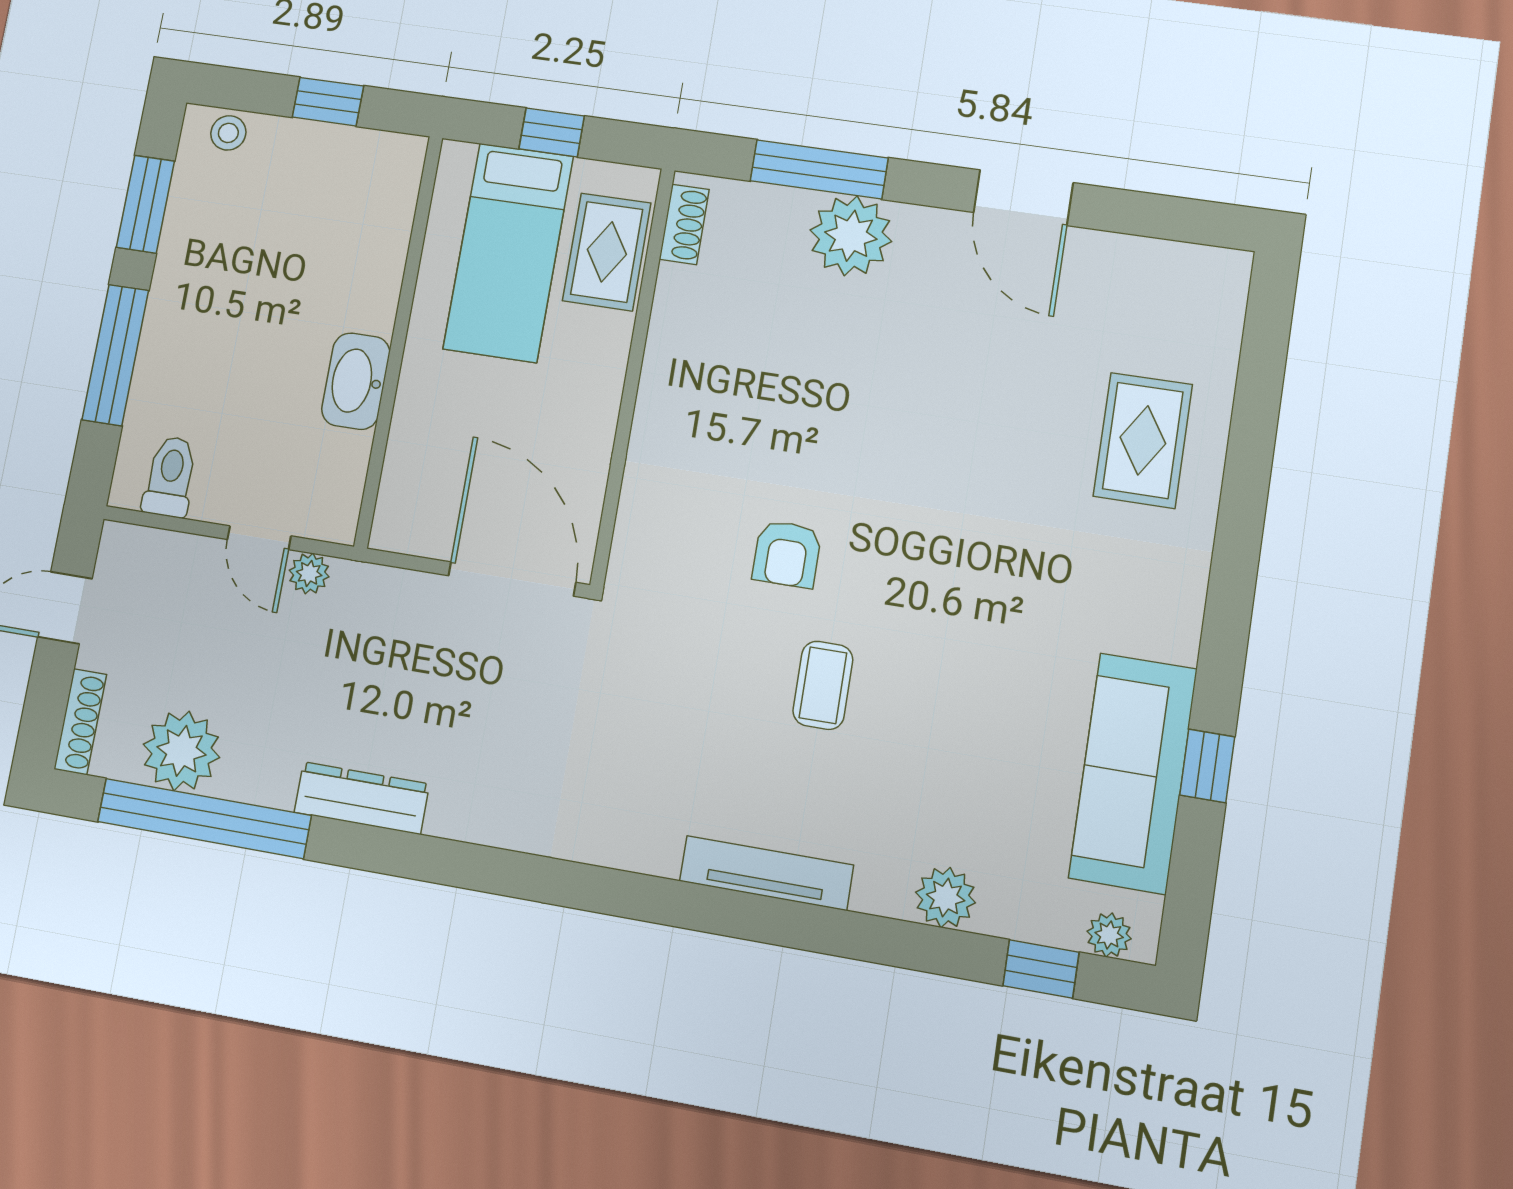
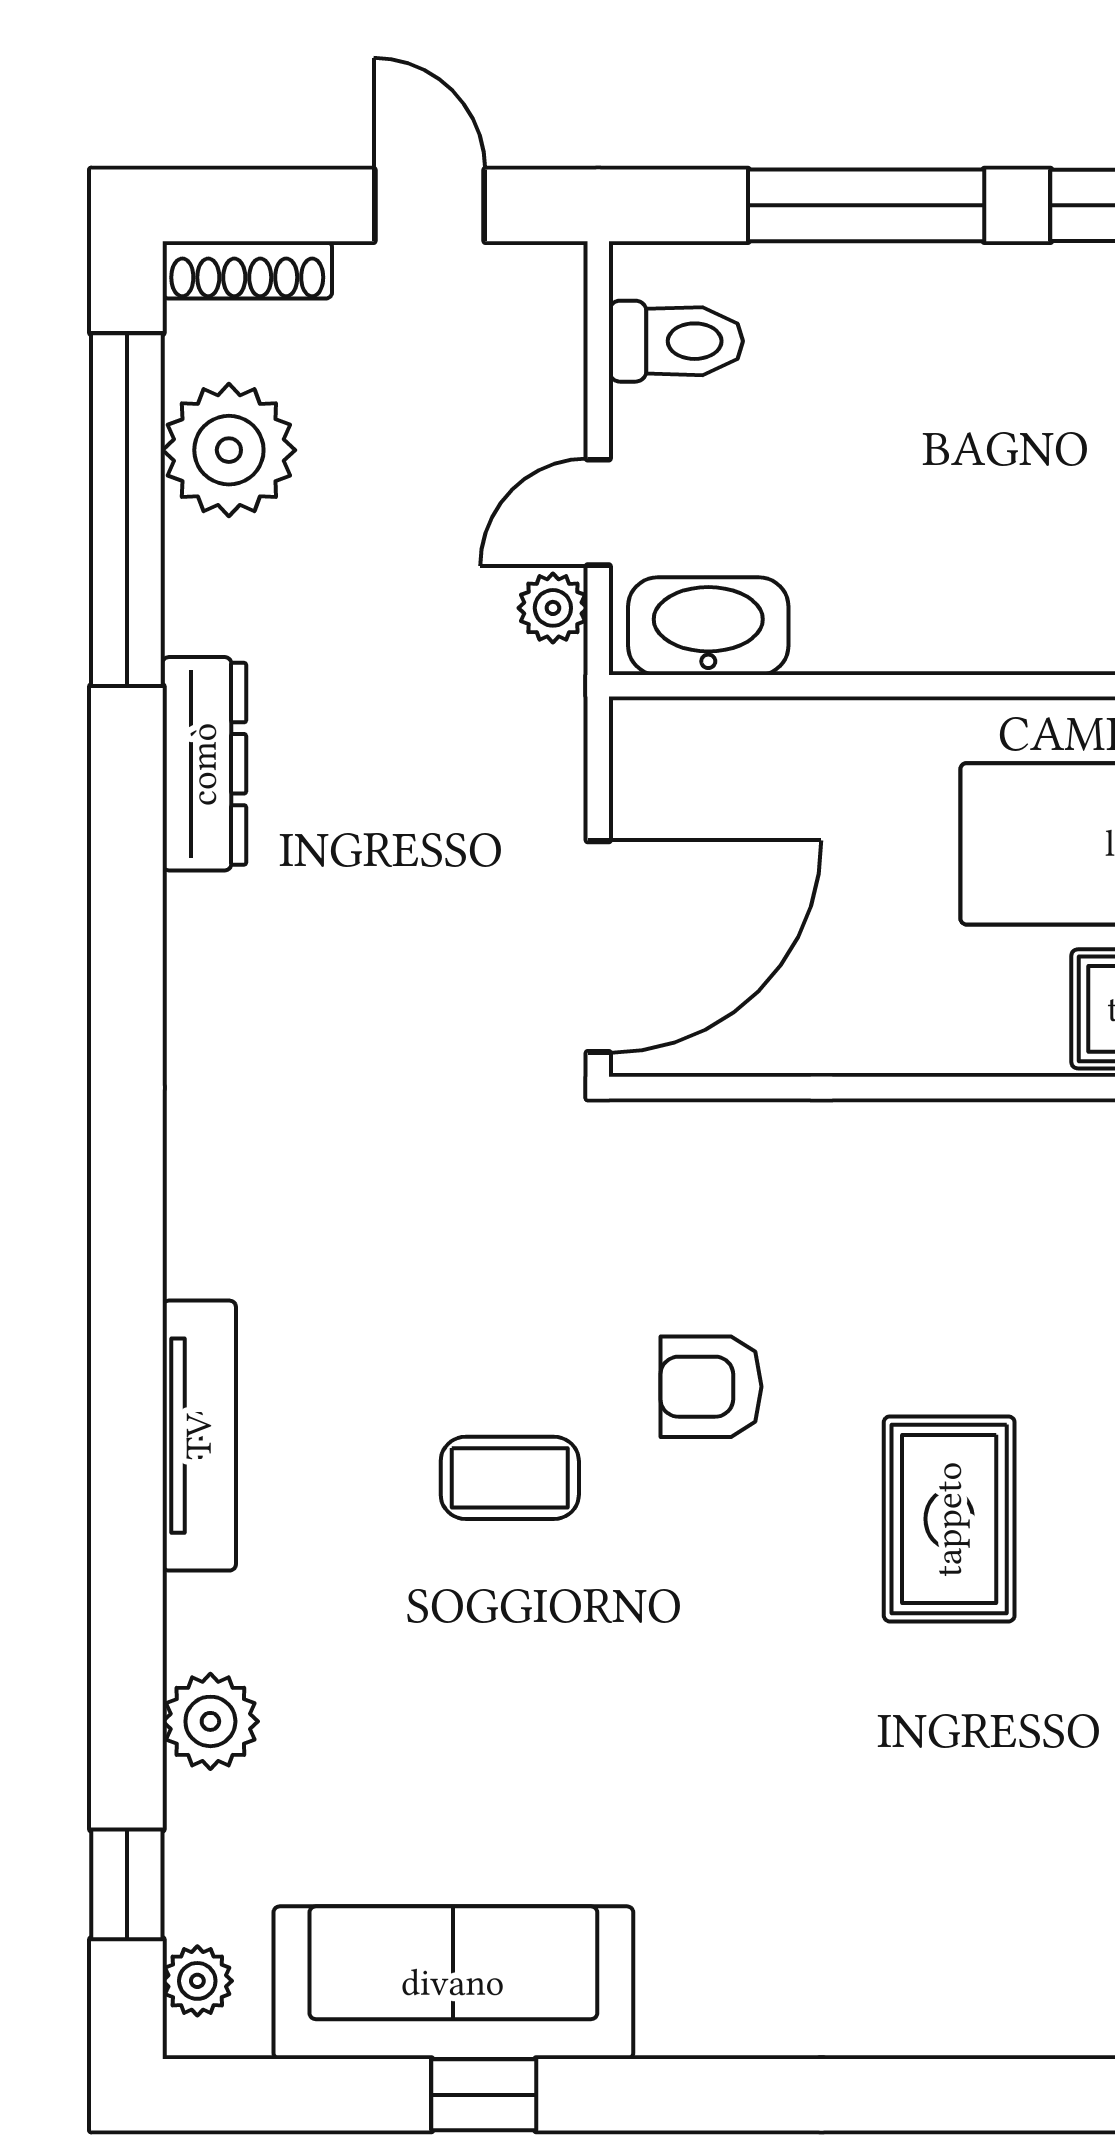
washbasin: (356, 381) -> (708, 626), moved
rug: (1143, 440) -> (949, 1519), moved, turned 90

